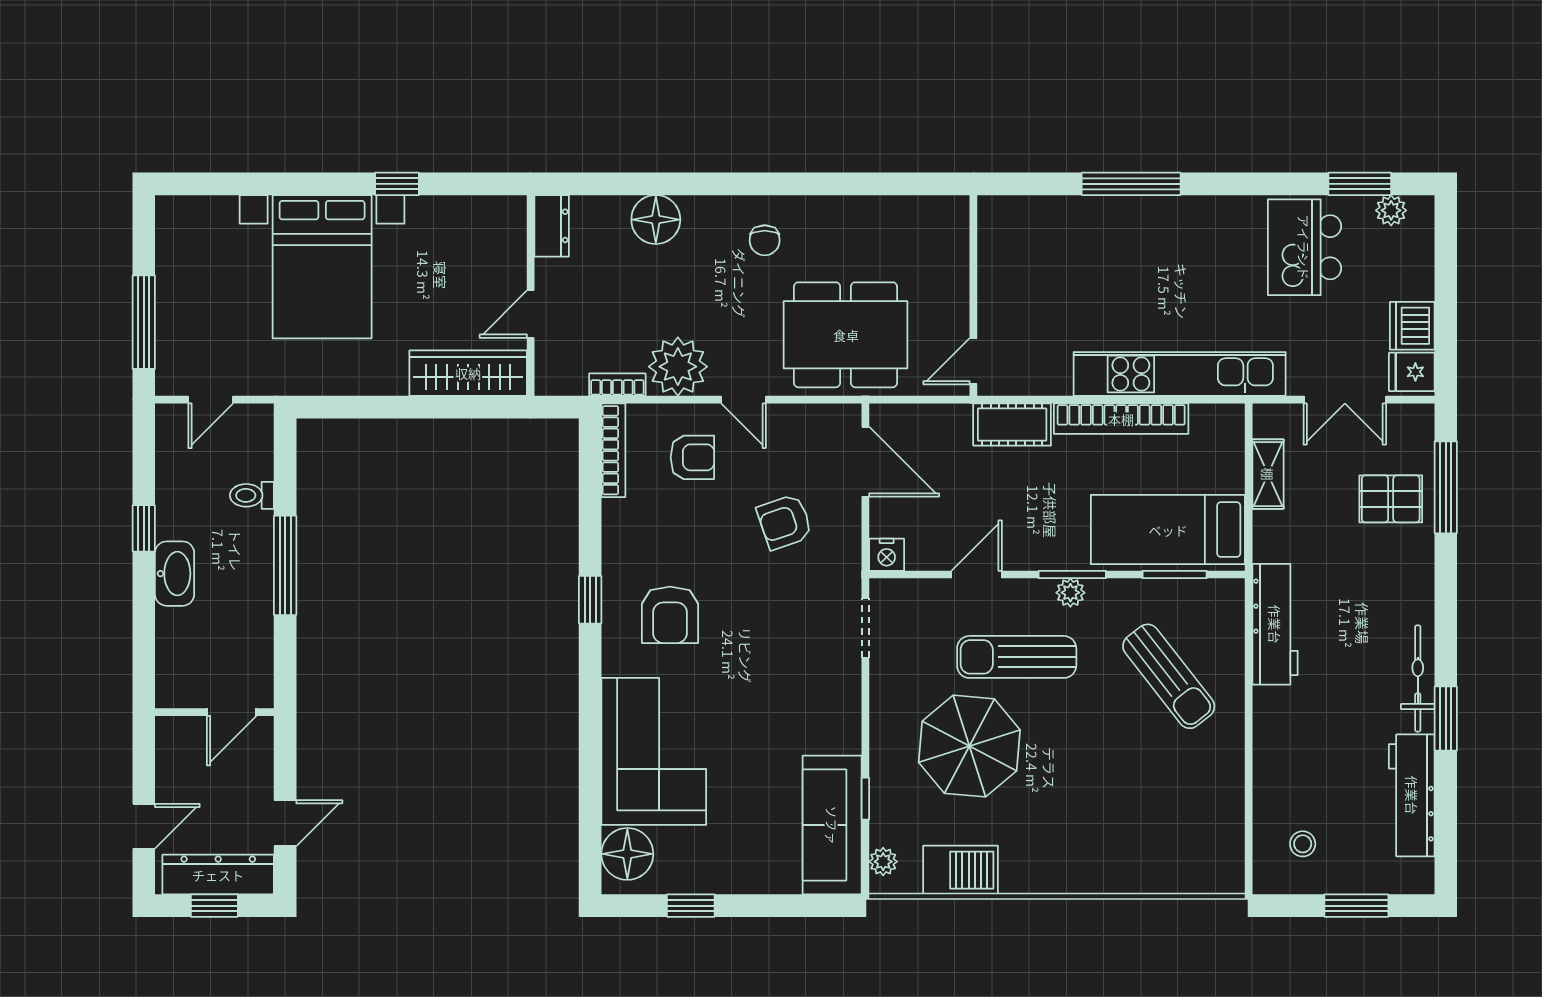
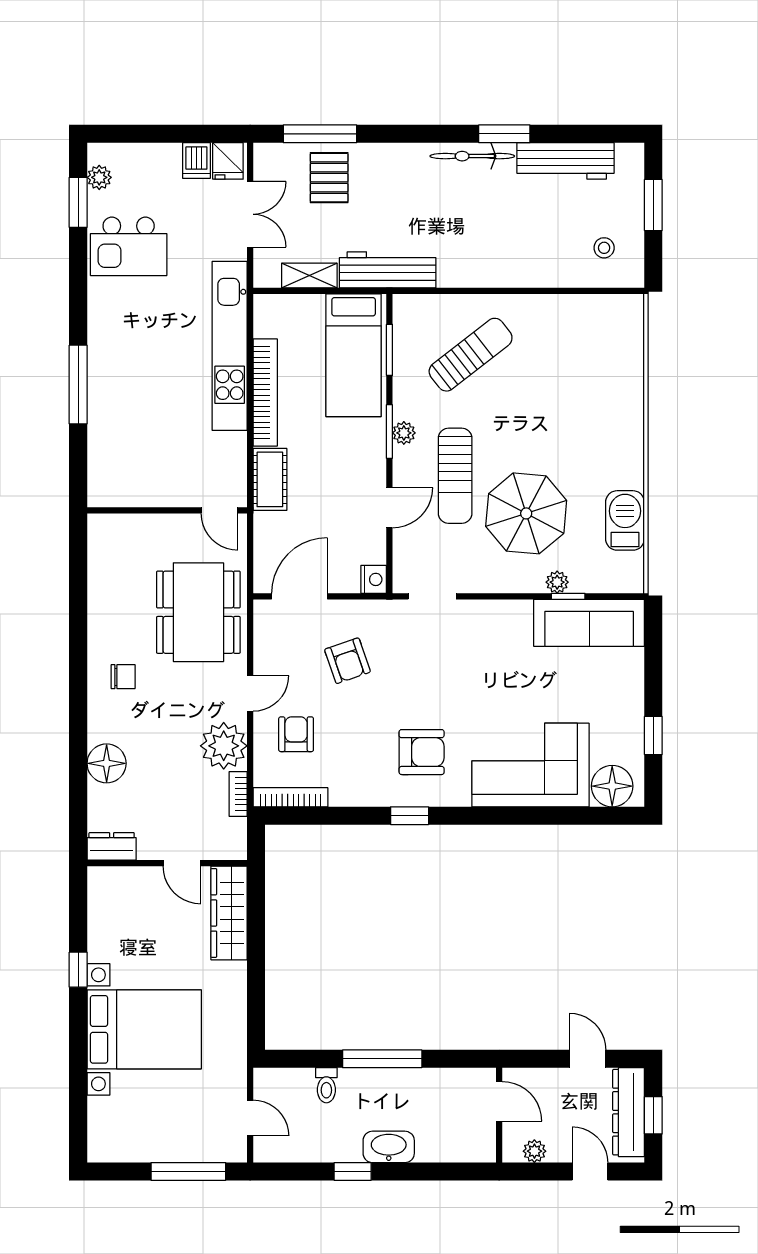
dishwasher: (1412, 326) -> (196, 161), width x0.73
door: (977, 575) -> (389, 508), swing flipped
workbench: (1275, 624) -> (388, 270), moved
plant: (169, 756) -> (534, 1151), added
plant: (883, 862) -> (557, 582), moved

